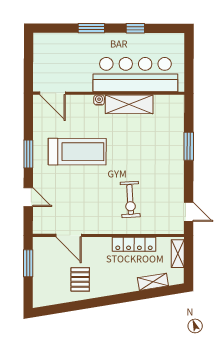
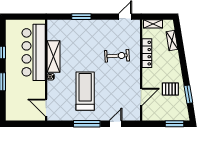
door: (53, 93) -> (46, 108), swing flipped
window: (28, 154) -> (87, 124), width x1.44
window: (28, 263) -> (174, 124), moved
window: (72, 306) -> (188, 94), added

